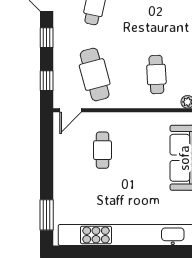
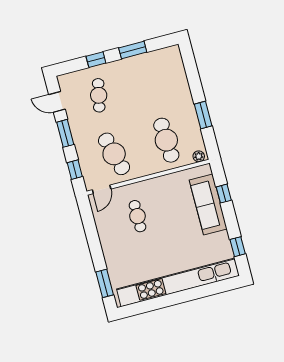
window: (47, 38) -> (65, 133), width x1.50
cafe table: (156, 75) -> (166, 140), width x1.37, depth x1.35

